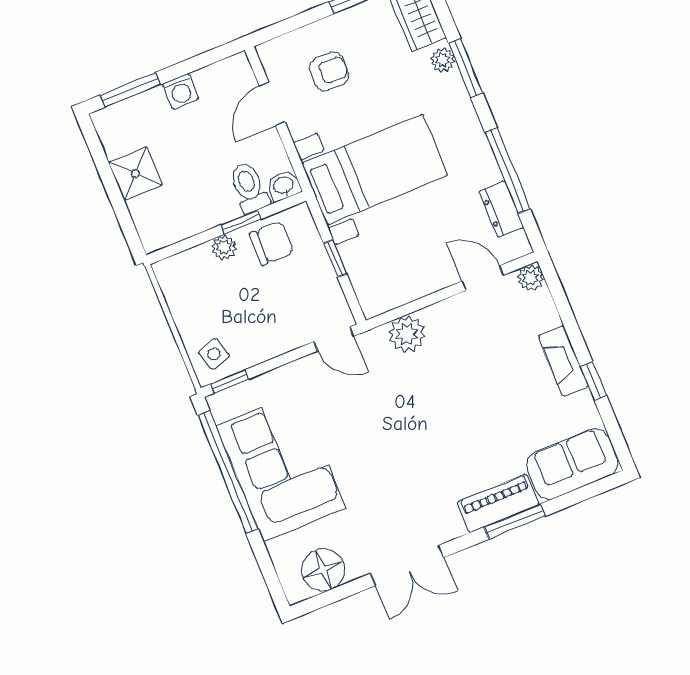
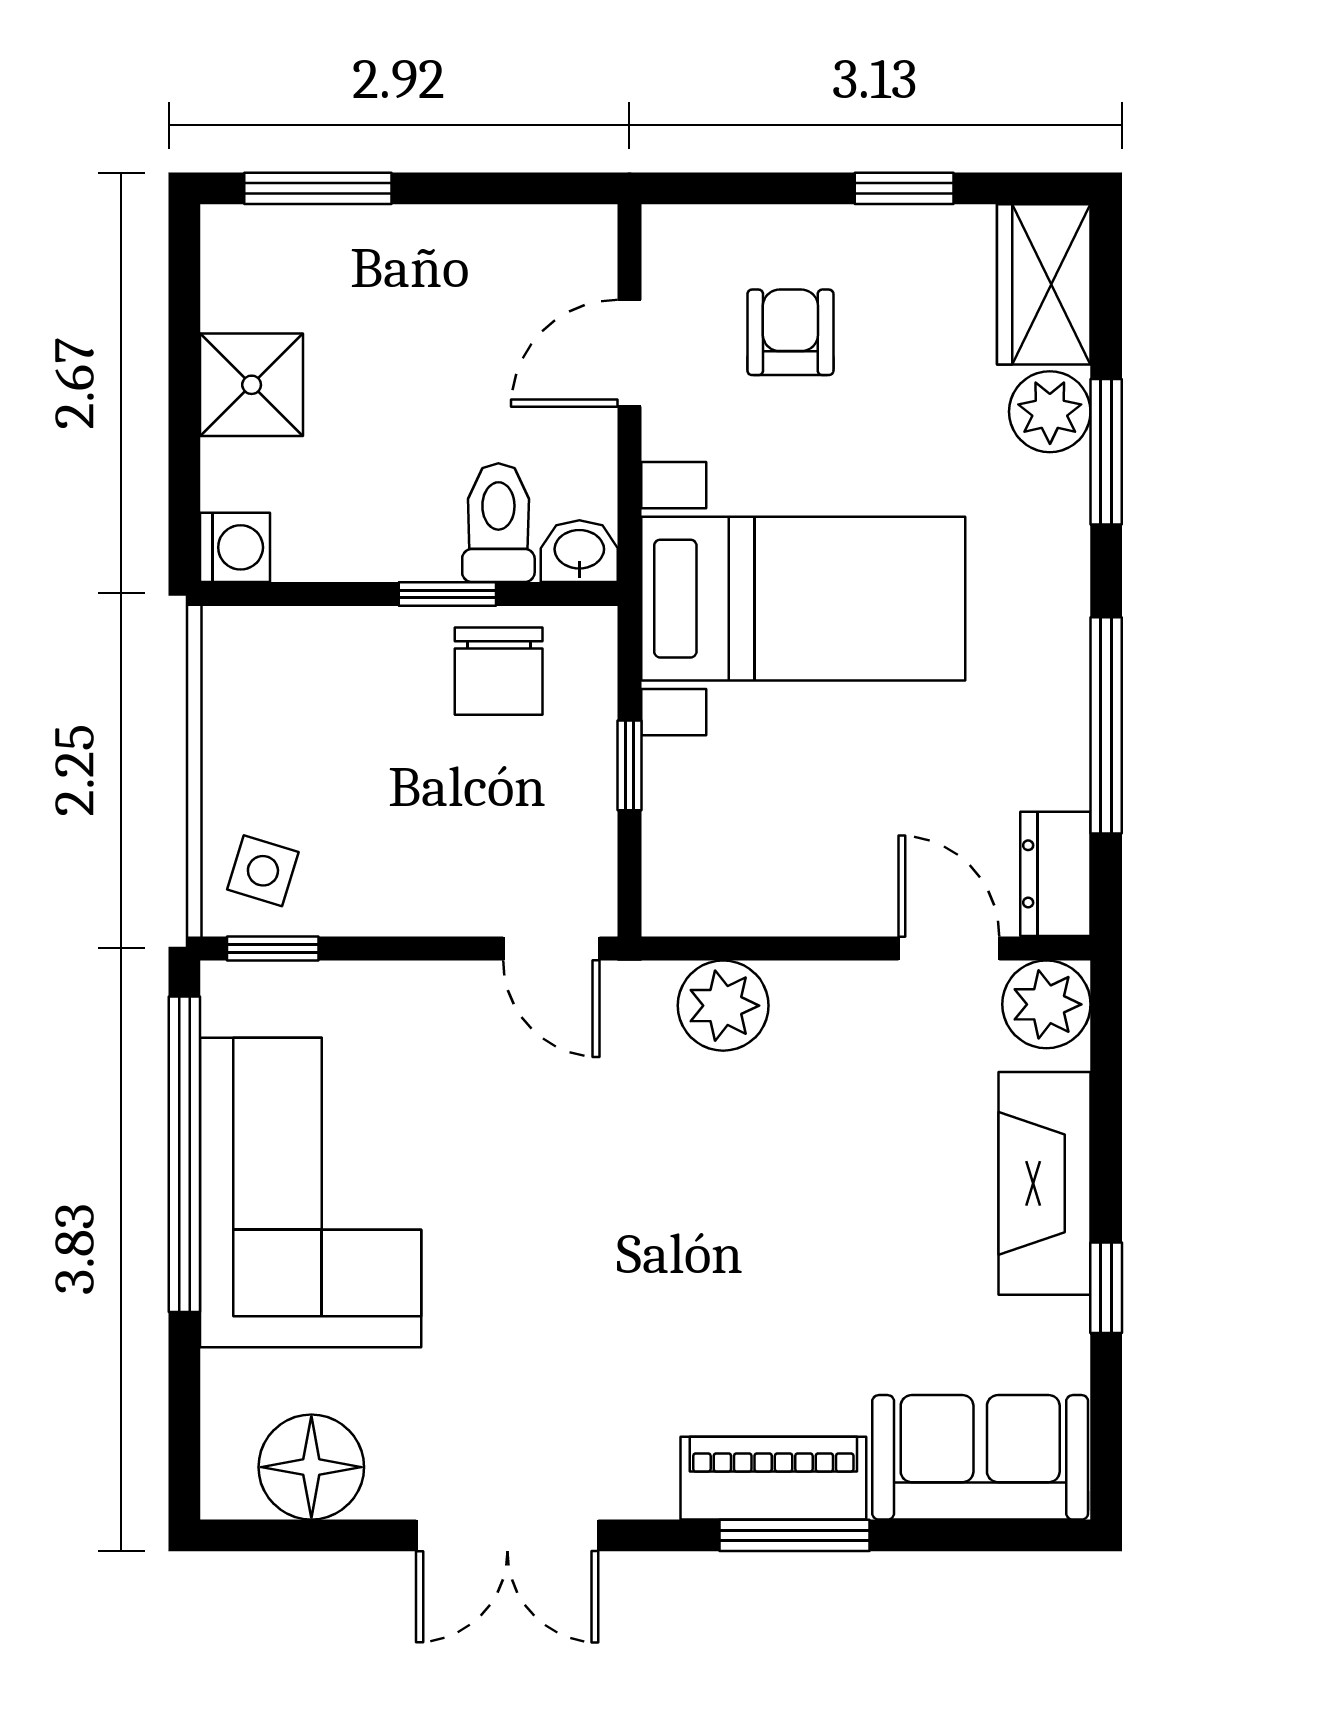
plant: (443, 60) -> (1050, 412), width x1.38, depth x1.38
armchair: (329, 72) -> (790, 332), turned -91
washing machine: (181, 91) -> (235, 547), moved, turned -90
dresser: (501, 209) -> (1055, 874), moved
chair: (272, 243) -> (499, 671), turned 90
plant: (224, 248) -> (385, 637), removed
plant: (530, 278) -> (1046, 1004), width x1.38, depth x1.38
side table: (214, 354) -> (263, 871), turned 34
fireplace: (563, 361) -> (1045, 1183), width x1.37, depth x1.32

